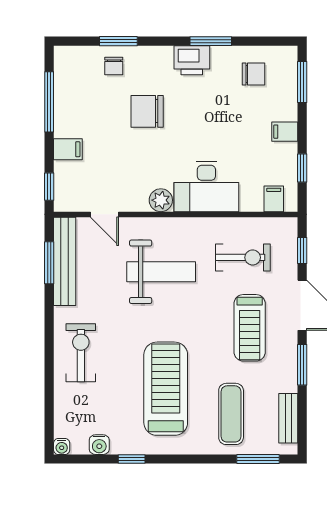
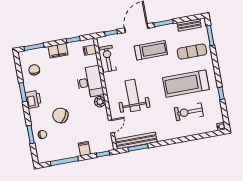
chair: (147, 111) -> (60, 115), turned 122
filing cabinet: (285, 132) -> (58, 51), width x2.00
exercise bike: (243, 257) -> (108, 59), moved
exercise bike: (81, 353) -> (189, 112), moved
water cooler: (99, 445) -> (217, 109), removed

